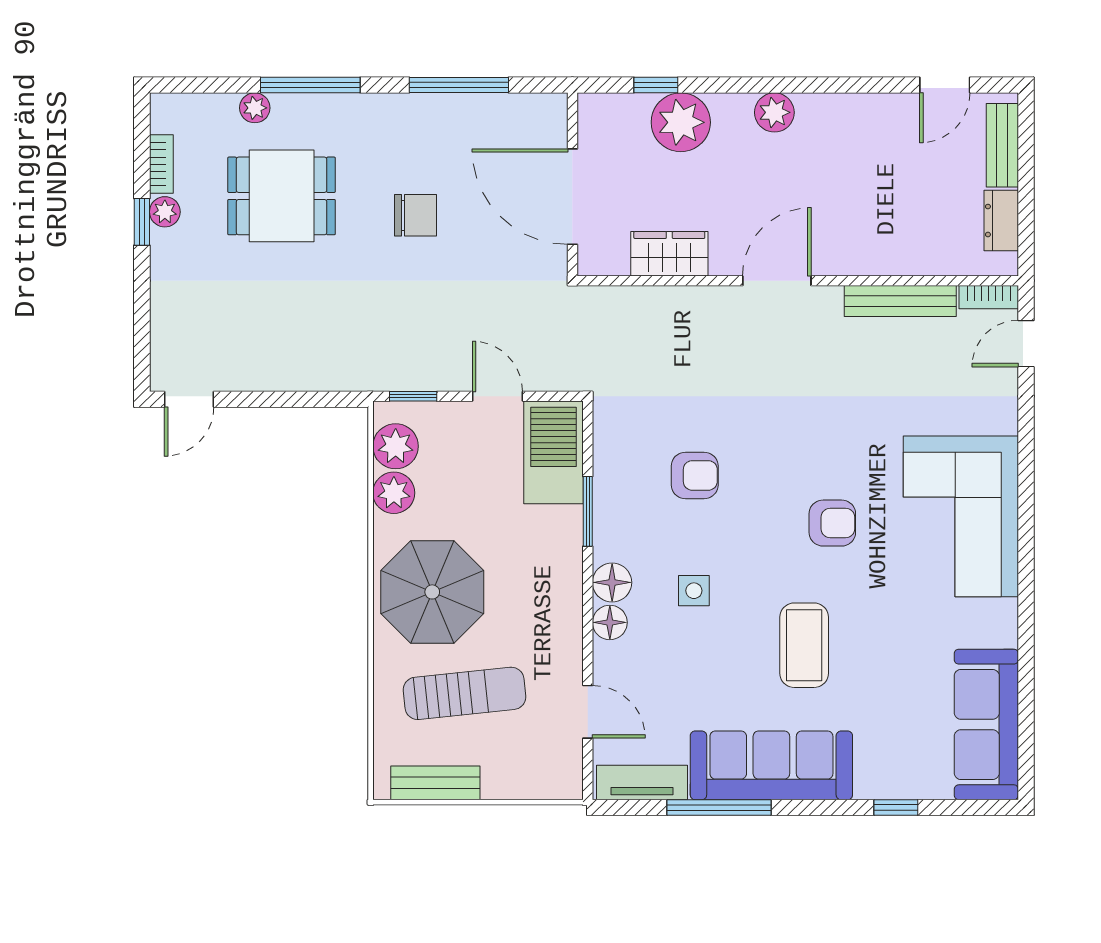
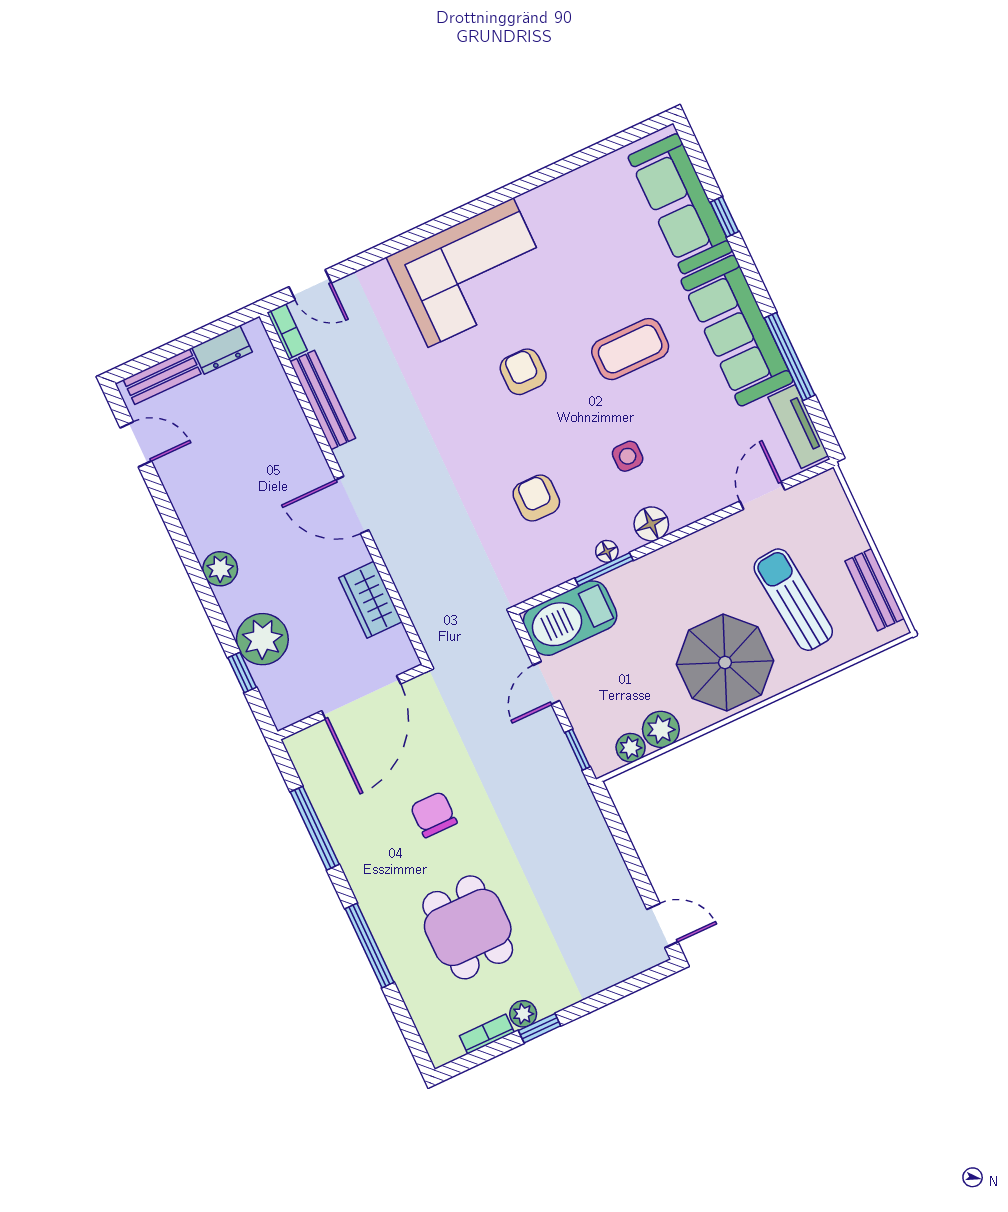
plant: (255, 108) -> (408, 981), removed
plant: (396, 446) -> (631, 748), width x0.73, depth x0.73
floor lamp: (610, 622) -> (607, 551), moved, width x0.73, depth x0.73
sofa: (986, 724) -> (680, 204), moved, turned 90

